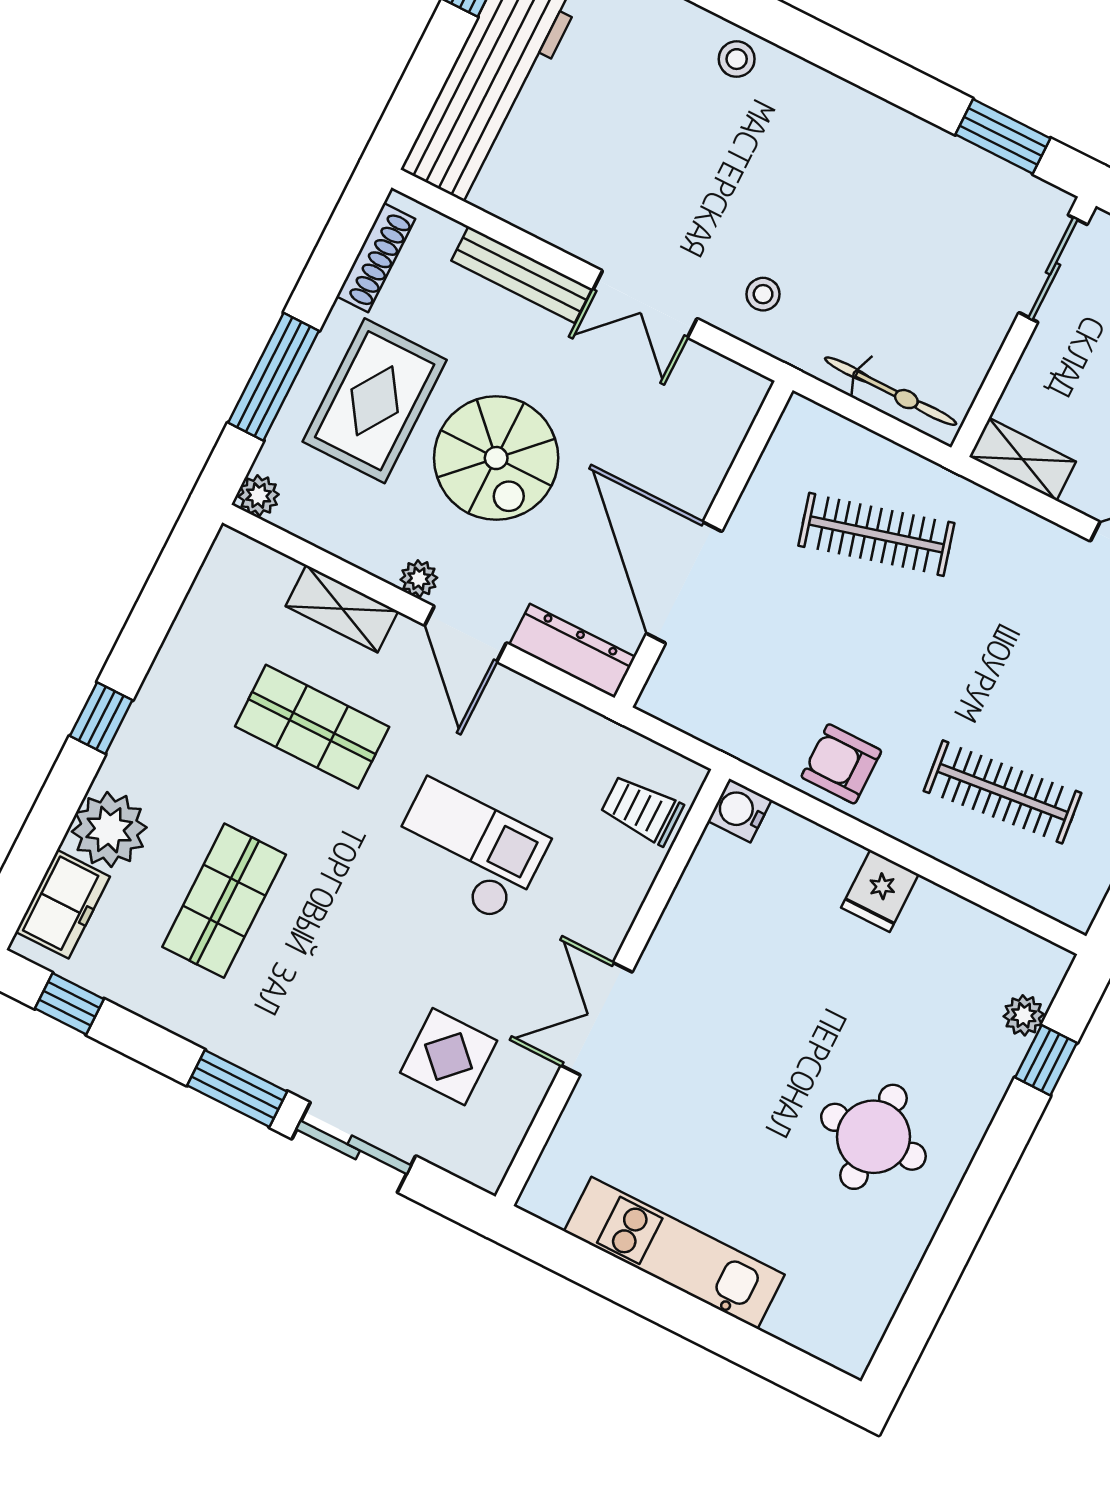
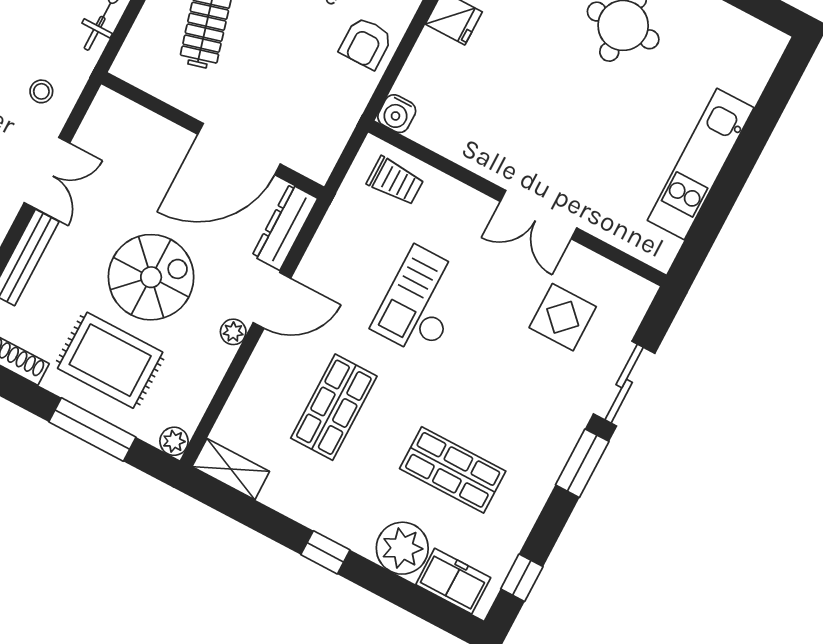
shelving: (342, 609) -> (231, 469), moved, turned 90
trolley: (642, 810) -> (395, 181), turned -90

